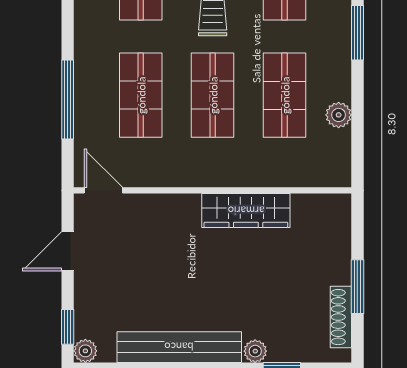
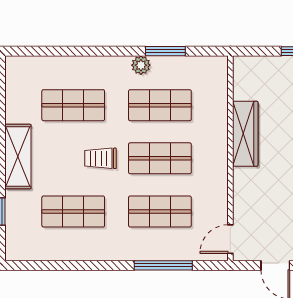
window: (357, 33) -> (165, 51), moved
plant: (339, 115) -> (141, 65), moved

